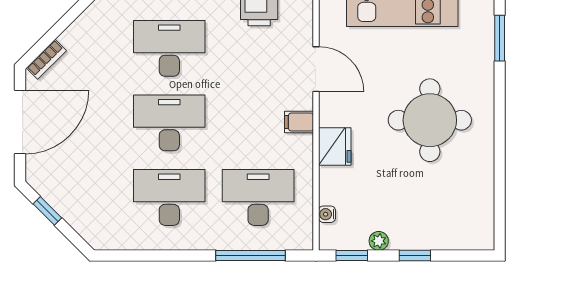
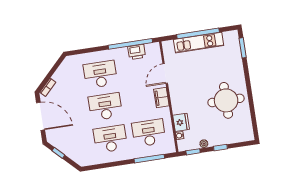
door: (316, 69) -> (165, 73), swing flipped
round table: (430, 120) -> (226, 100), moved
door: (20, 122) -> (41, 116), hinge flipped
filing cabinet: (299, 122) -> (161, 98), width x2.00
fridge: (335, 147) -> (181, 122), moved

